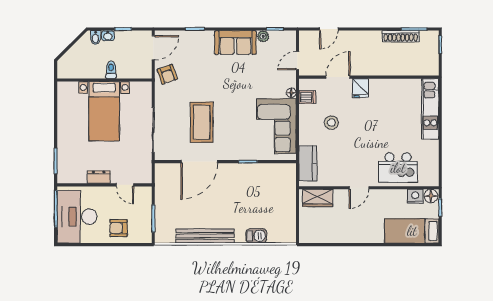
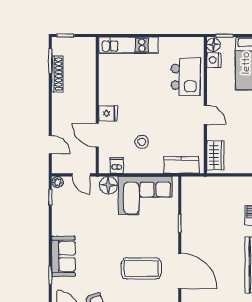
plant: (263, 36) -> (57, 182), moved
sofa: (235, 42) -> (63, 256), moved
floor lamp: (291, 93) -> (108, 185), width x1.89, depth x1.89

